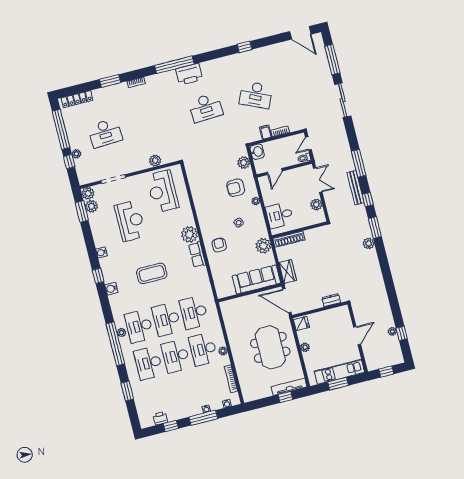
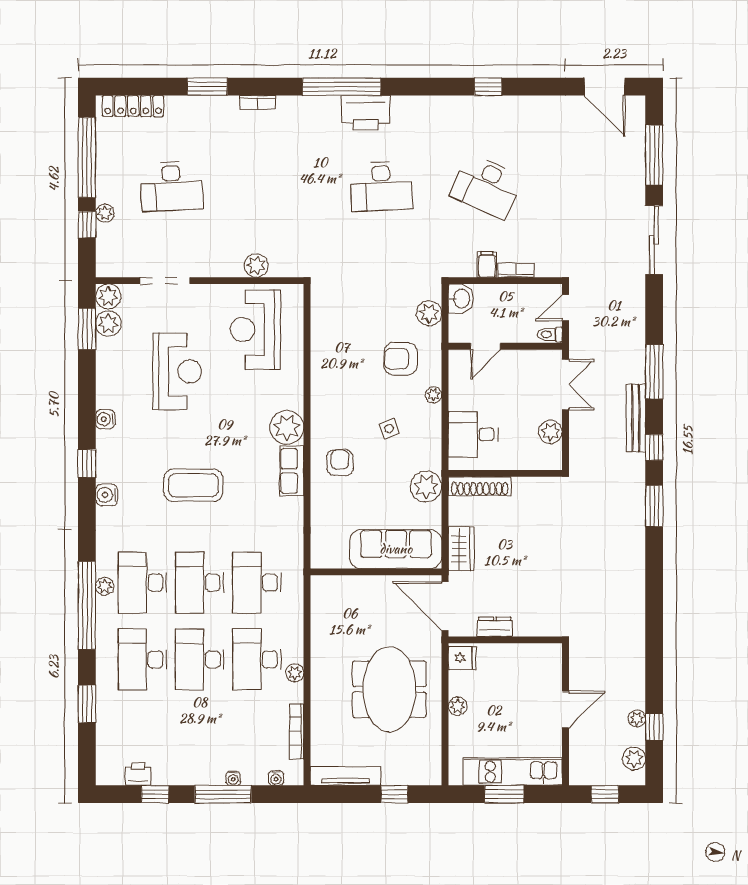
plant: (369, 243) -> (634, 759), moved
dresser: (331, 300) -> (495, 627), moved
tv unit: (289, 387) -> (345, 776), moved

